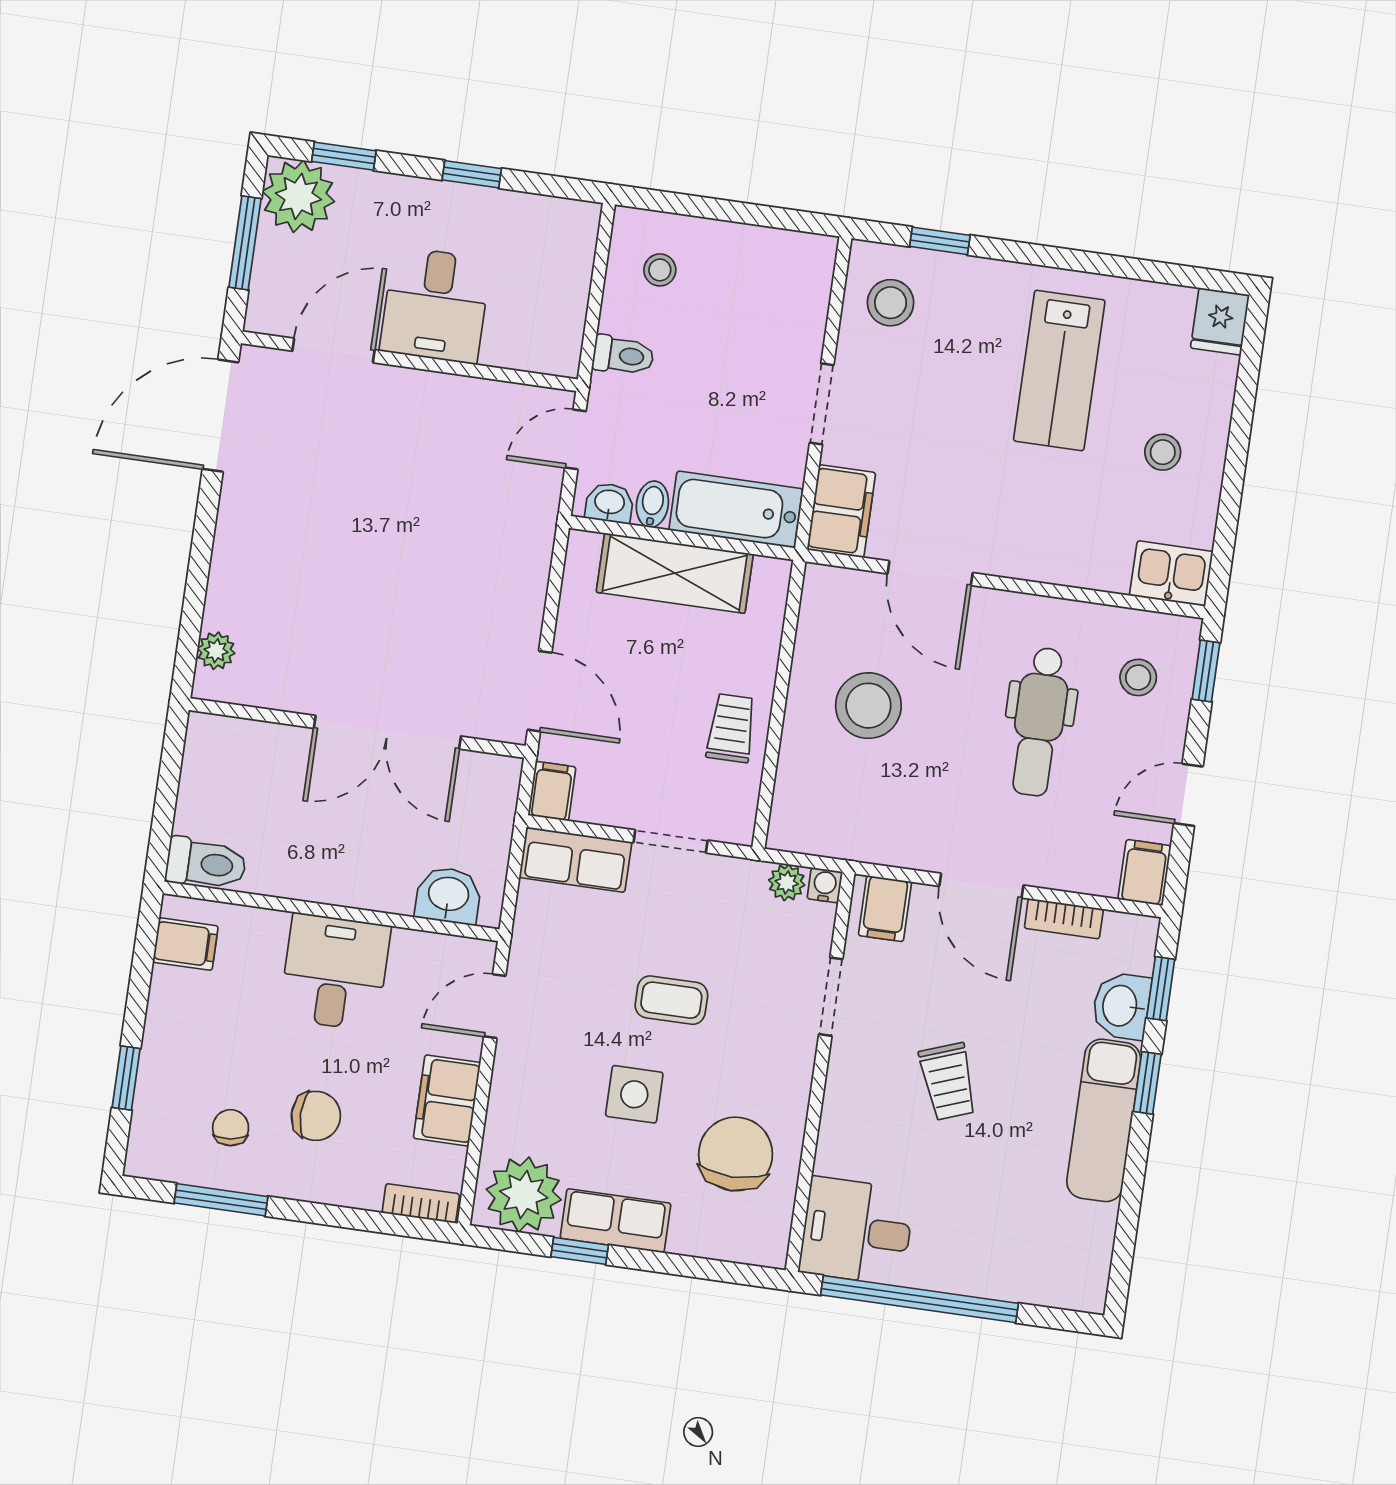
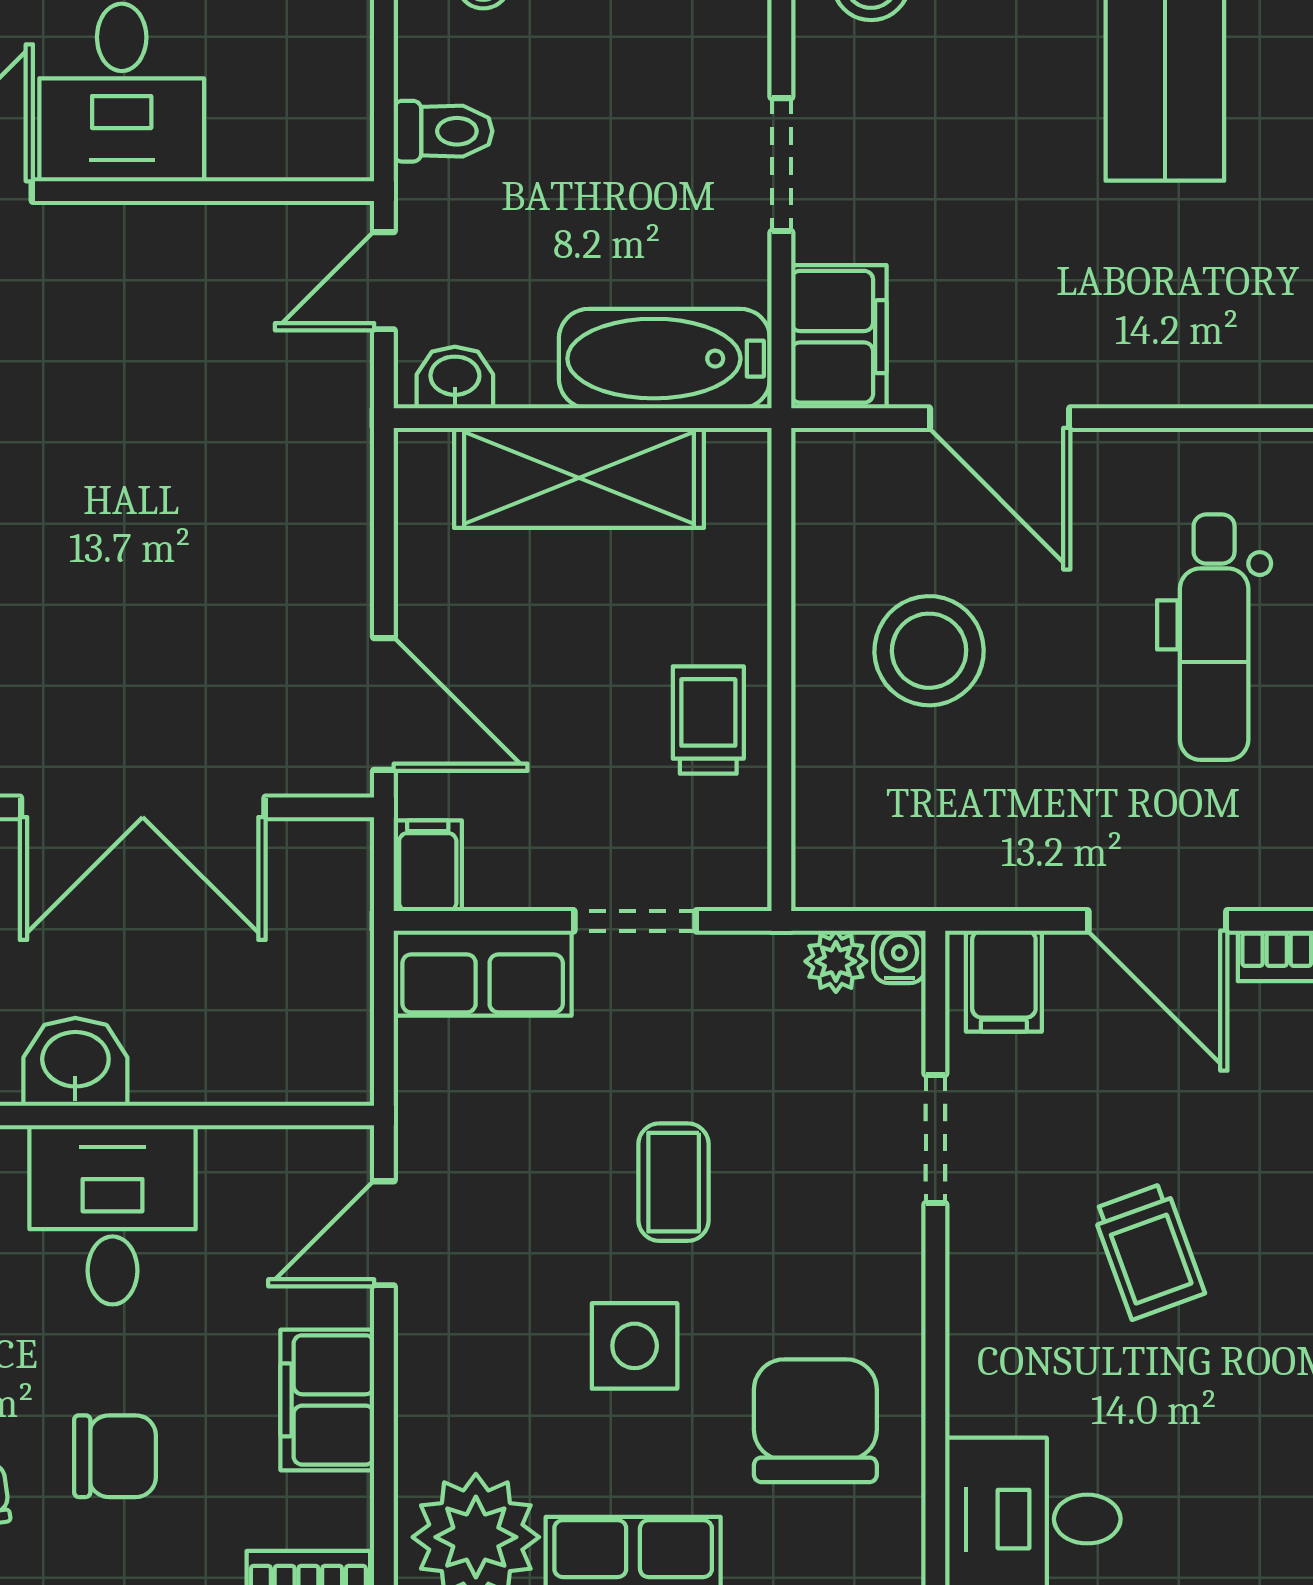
bidet: (652, 504) -> (526, 370), removed
washbasin: (448, 895) -> (75, 1062), moved
coffee table: (671, 1000) -> (674, 1182), turned 90

